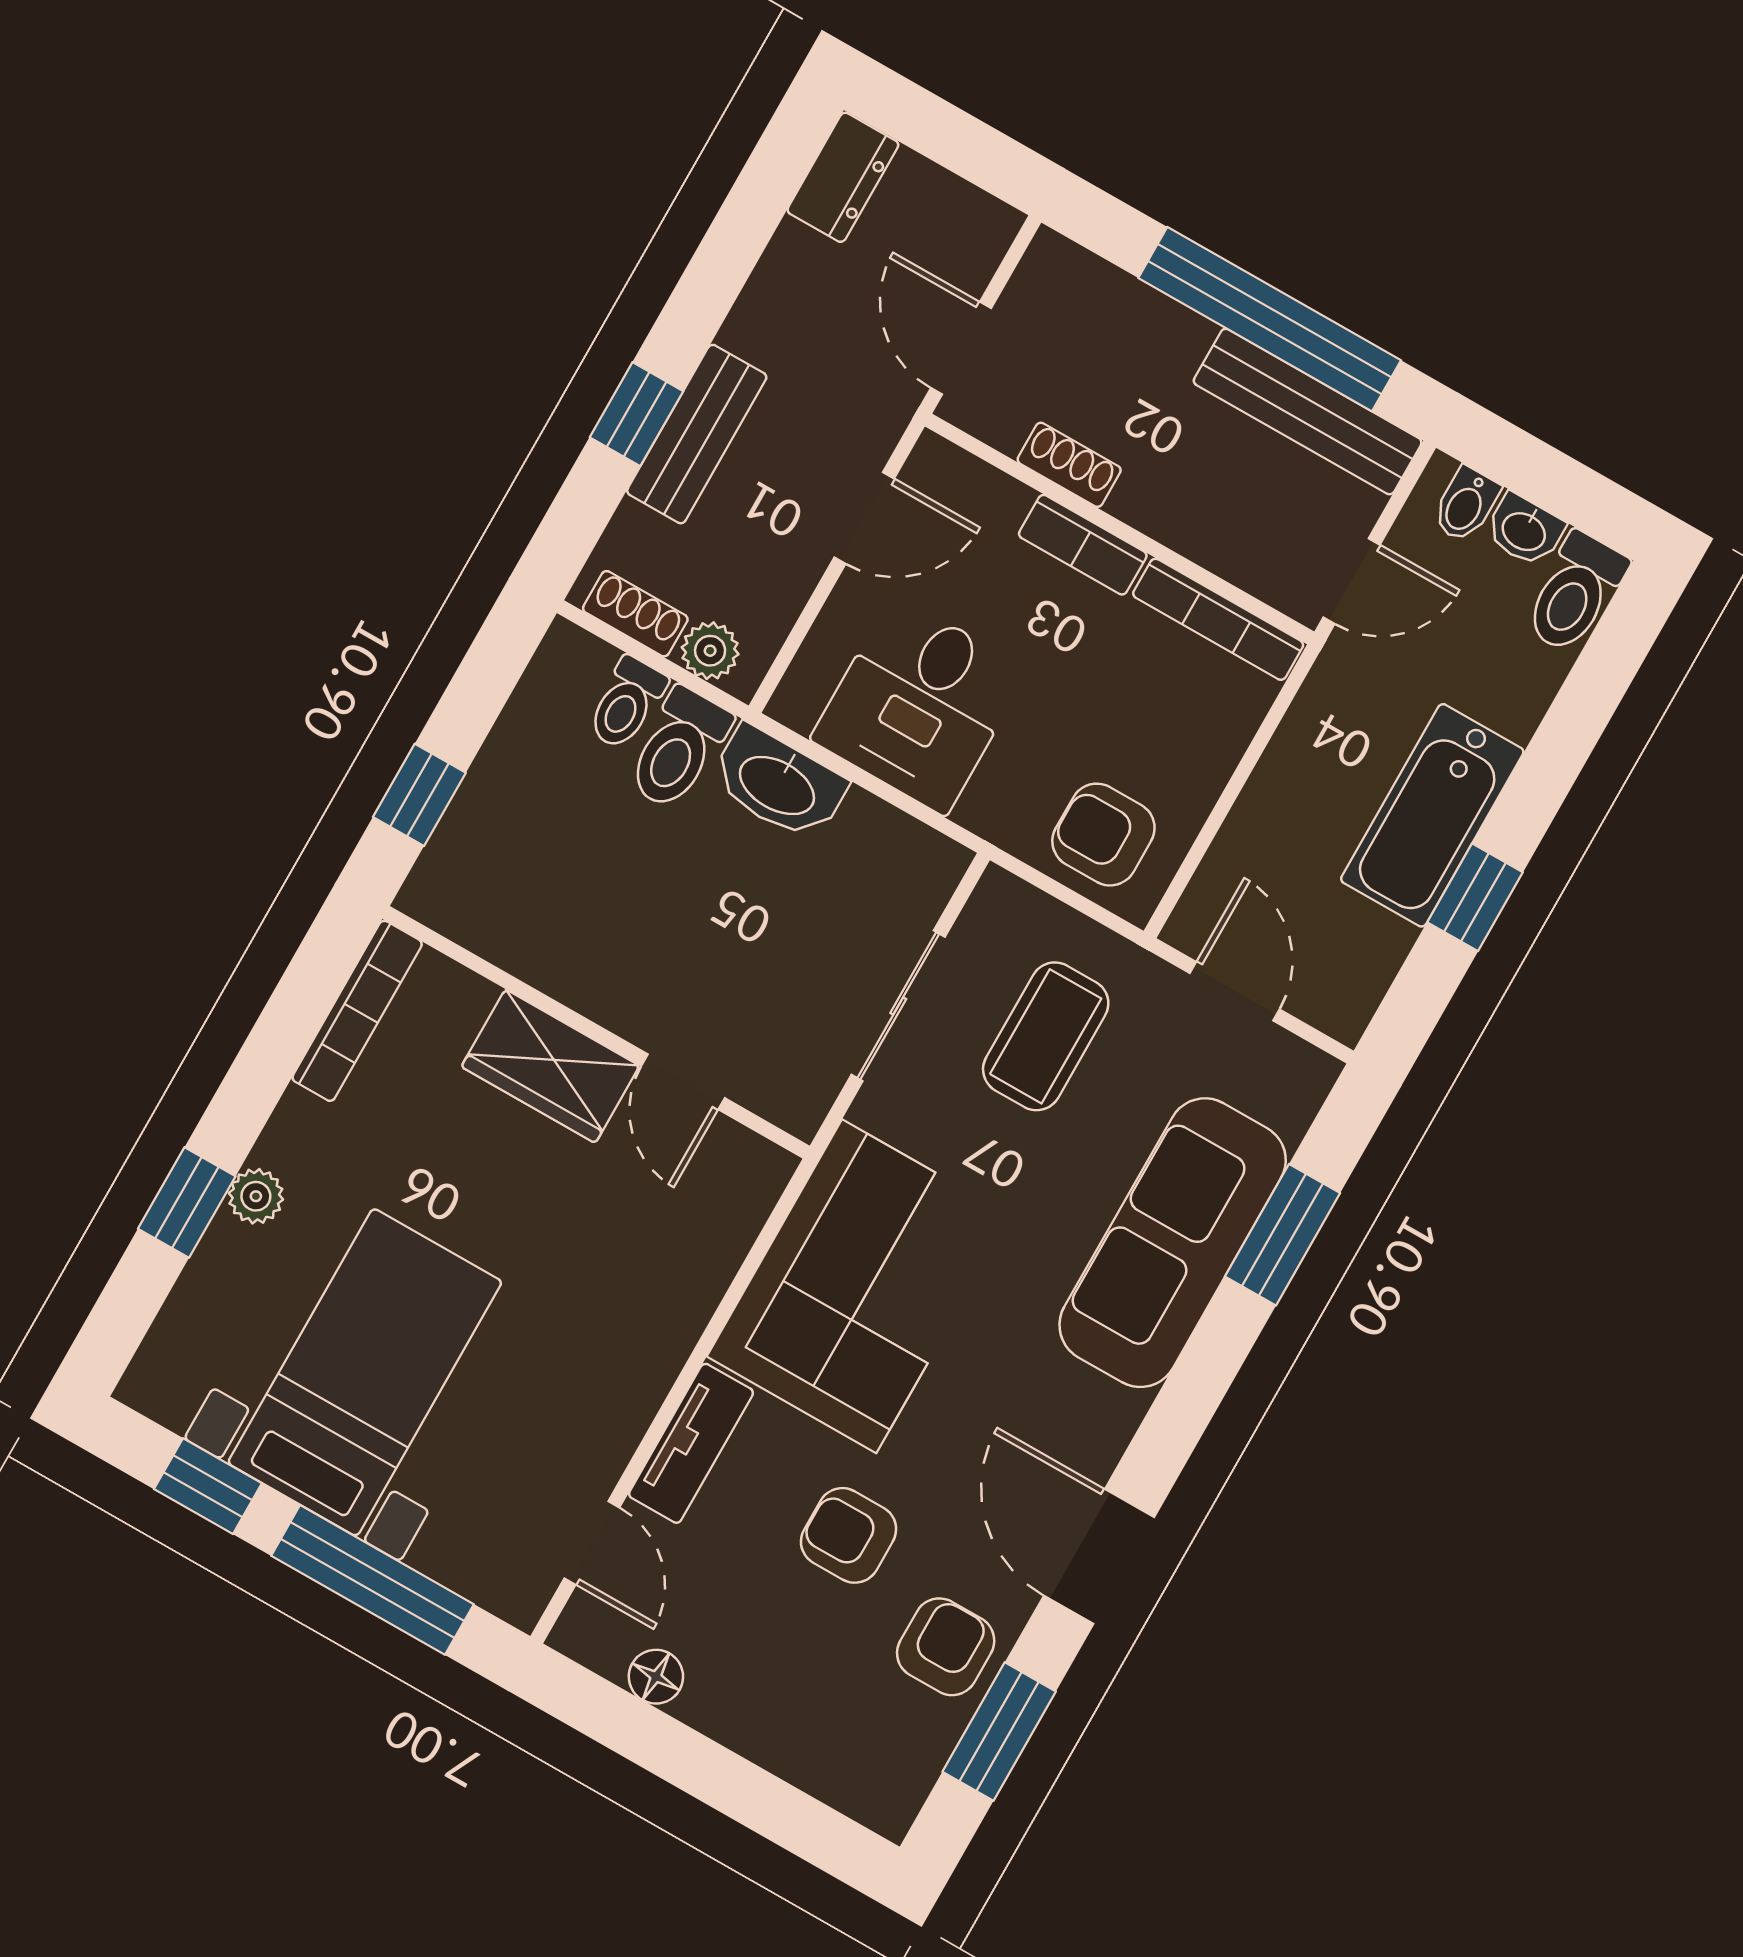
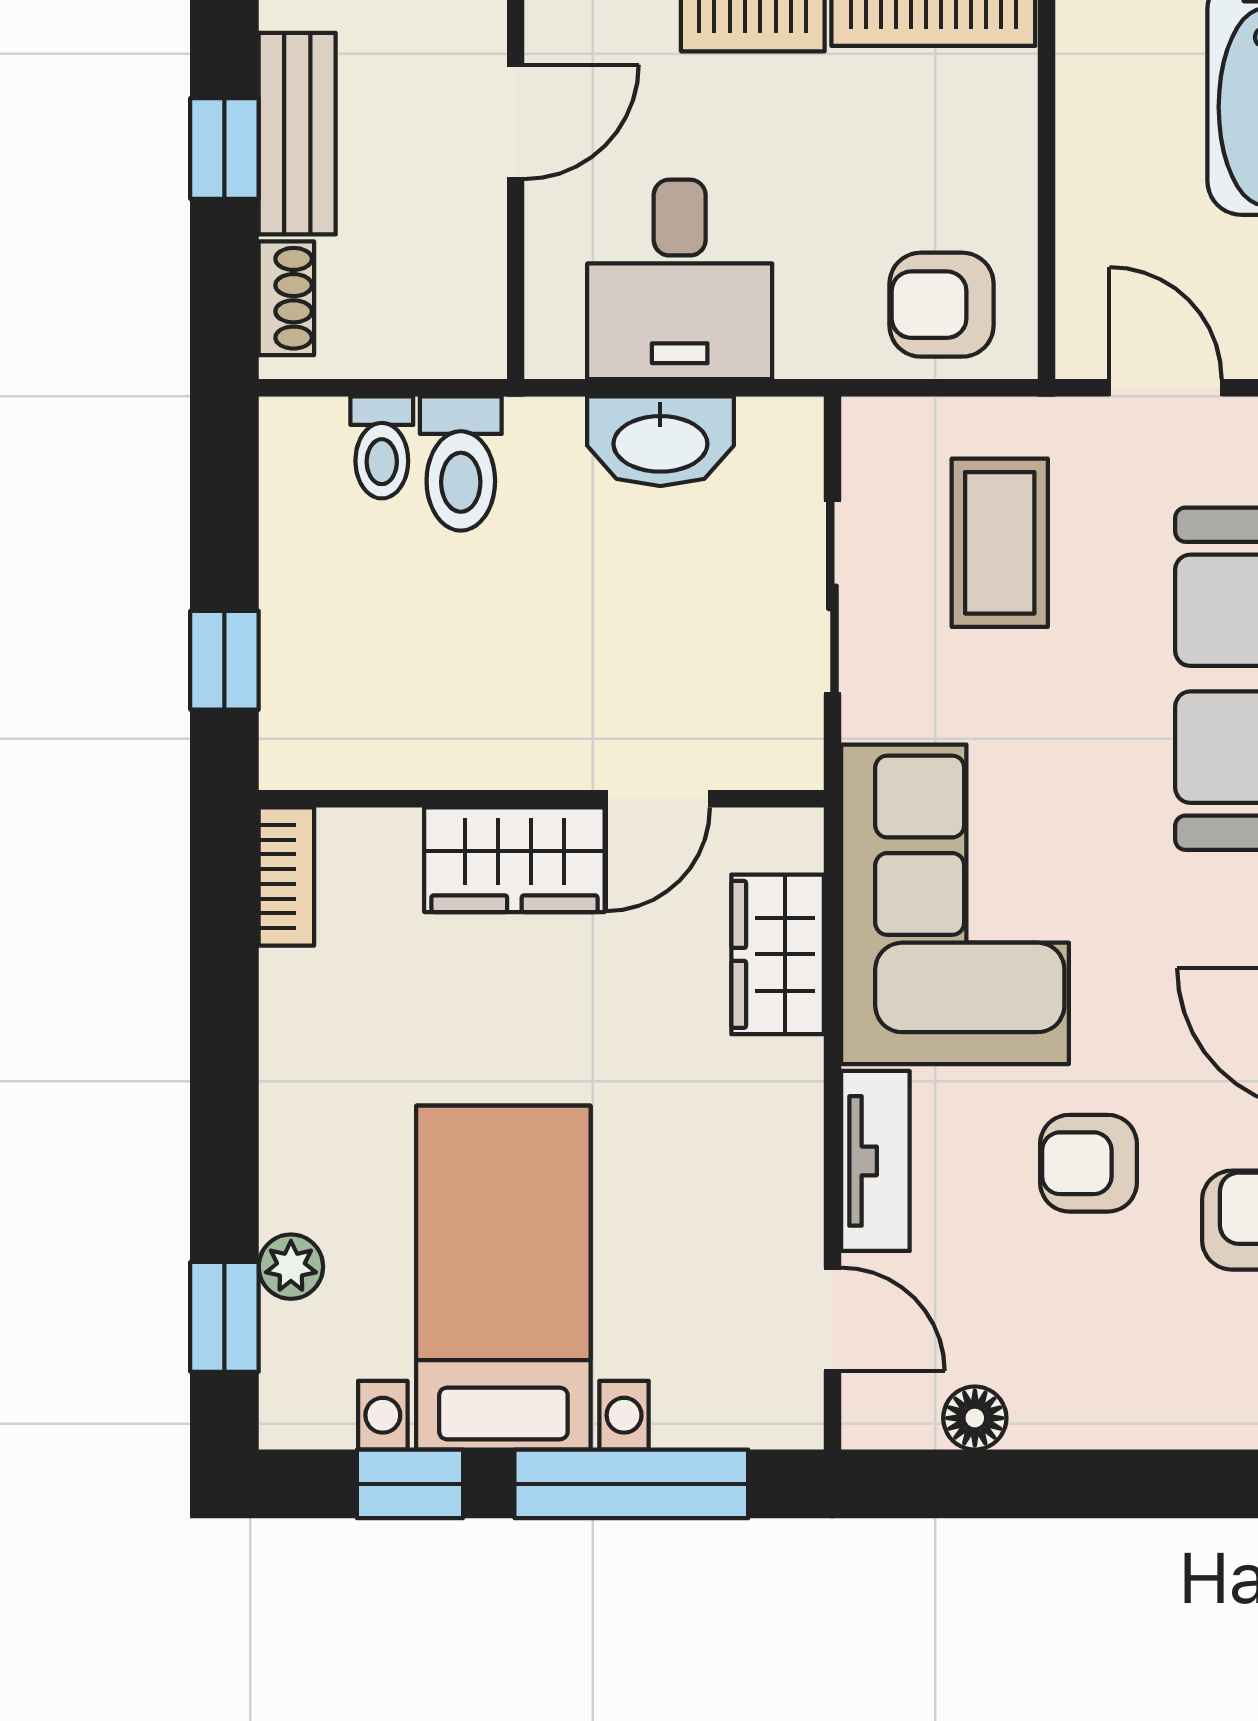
shoe rack: (635, 614) -> (286, 298), moved, turned 90
plant: (710, 651) -> (436, 346), removed
washbasin: (778, 784) -> (660, 441), moved
bookcase: (357, 1011) -> (286, 877), width x0.64
door: (683, 1082) -> (658, 799), hinge flipped
plant: (256, 1196) -> (291, 1267), moved
window: (187, 1203) -> (224, 1317), moved
wardrobe: (706, 1248) -> (778, 954), added

